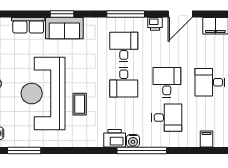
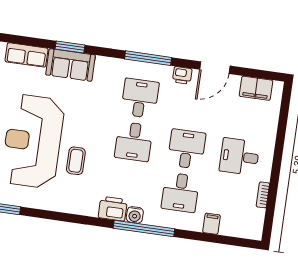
desk: (167, 118) -> (180, 192), turned 90
filing cabinet: (206, 139) -> (212, 224), moved

